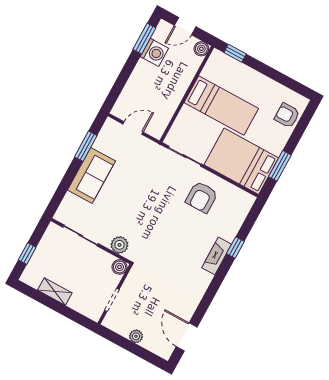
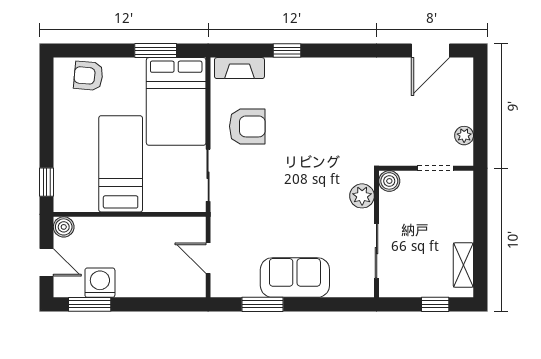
armchair: (287, 115) -> (88, 76), turned 95
fireplace: (217, 256) -> (239, 68), moved
shelving: (55, 291) -> (463, 265), moved
plant: (136, 336) -> (464, 136), moved

